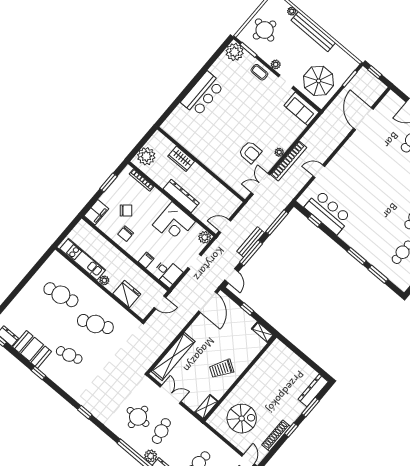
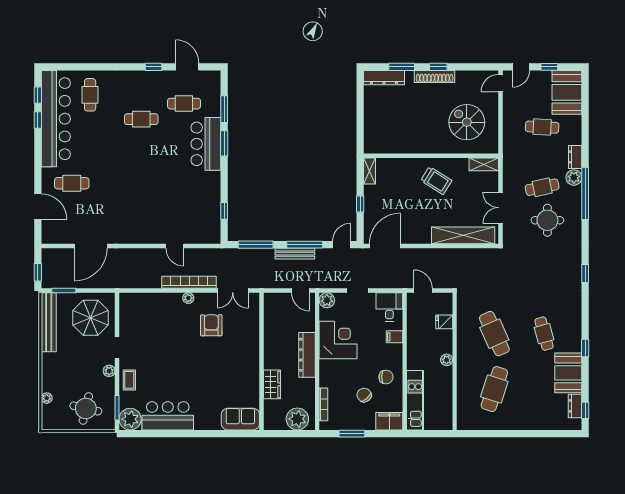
bench: (313, 32) -> (49, 322), moved
bar counter: (203, 94) -> (168, 416), moved
sofa: (301, 109) -> (240, 419), moved, turned -90
bar counter: (328, 212) -> (206, 144), moved
kitchen unit: (83, 259) -> (415, 400), moved, turned 180
fridge: (127, 294) -> (444, 322), width x0.53, depth x0.75
cafe table: (61, 295) -> (494, 389), turned 30
shoe rack: (276, 436) -> (435, 77), moved

